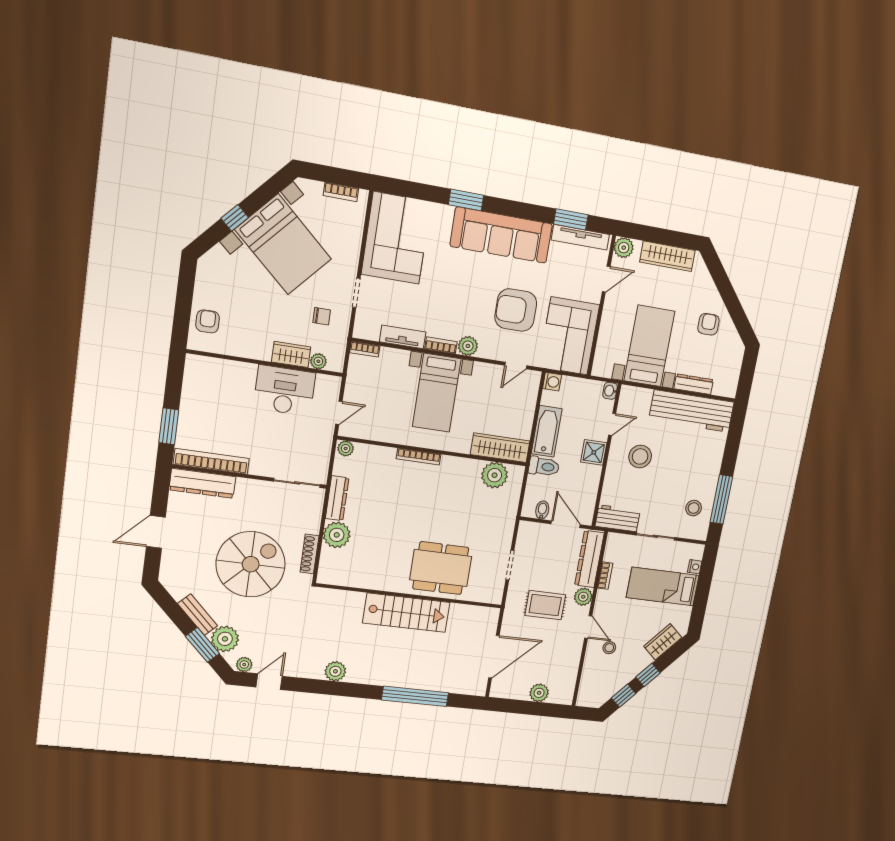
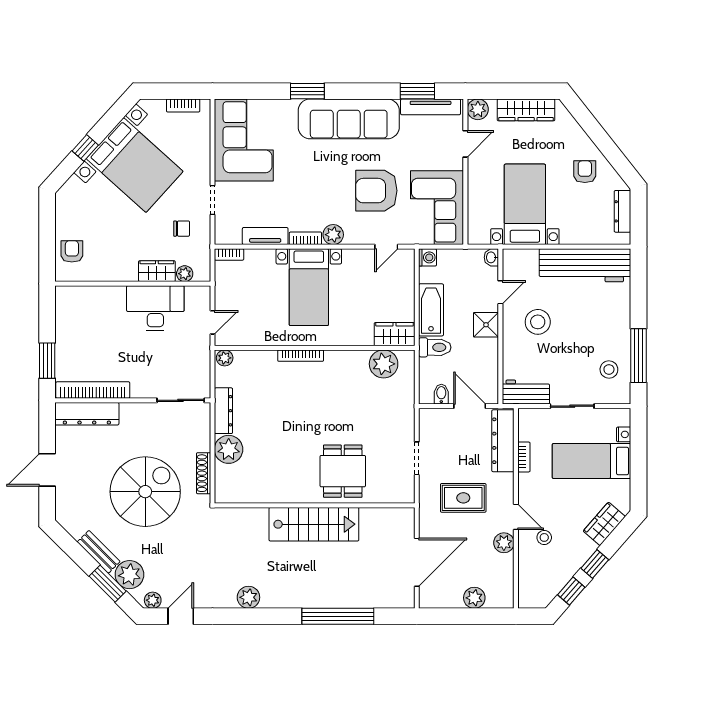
dresser: (694, 384) -> (623, 211), moved, turned -90
wardrobe: (500, 448) -> (395, 334), width x0.67
dining table: (441, 568) -> (343, 471), width x0.73
plant: (583, 597) -> (504, 543), moved

